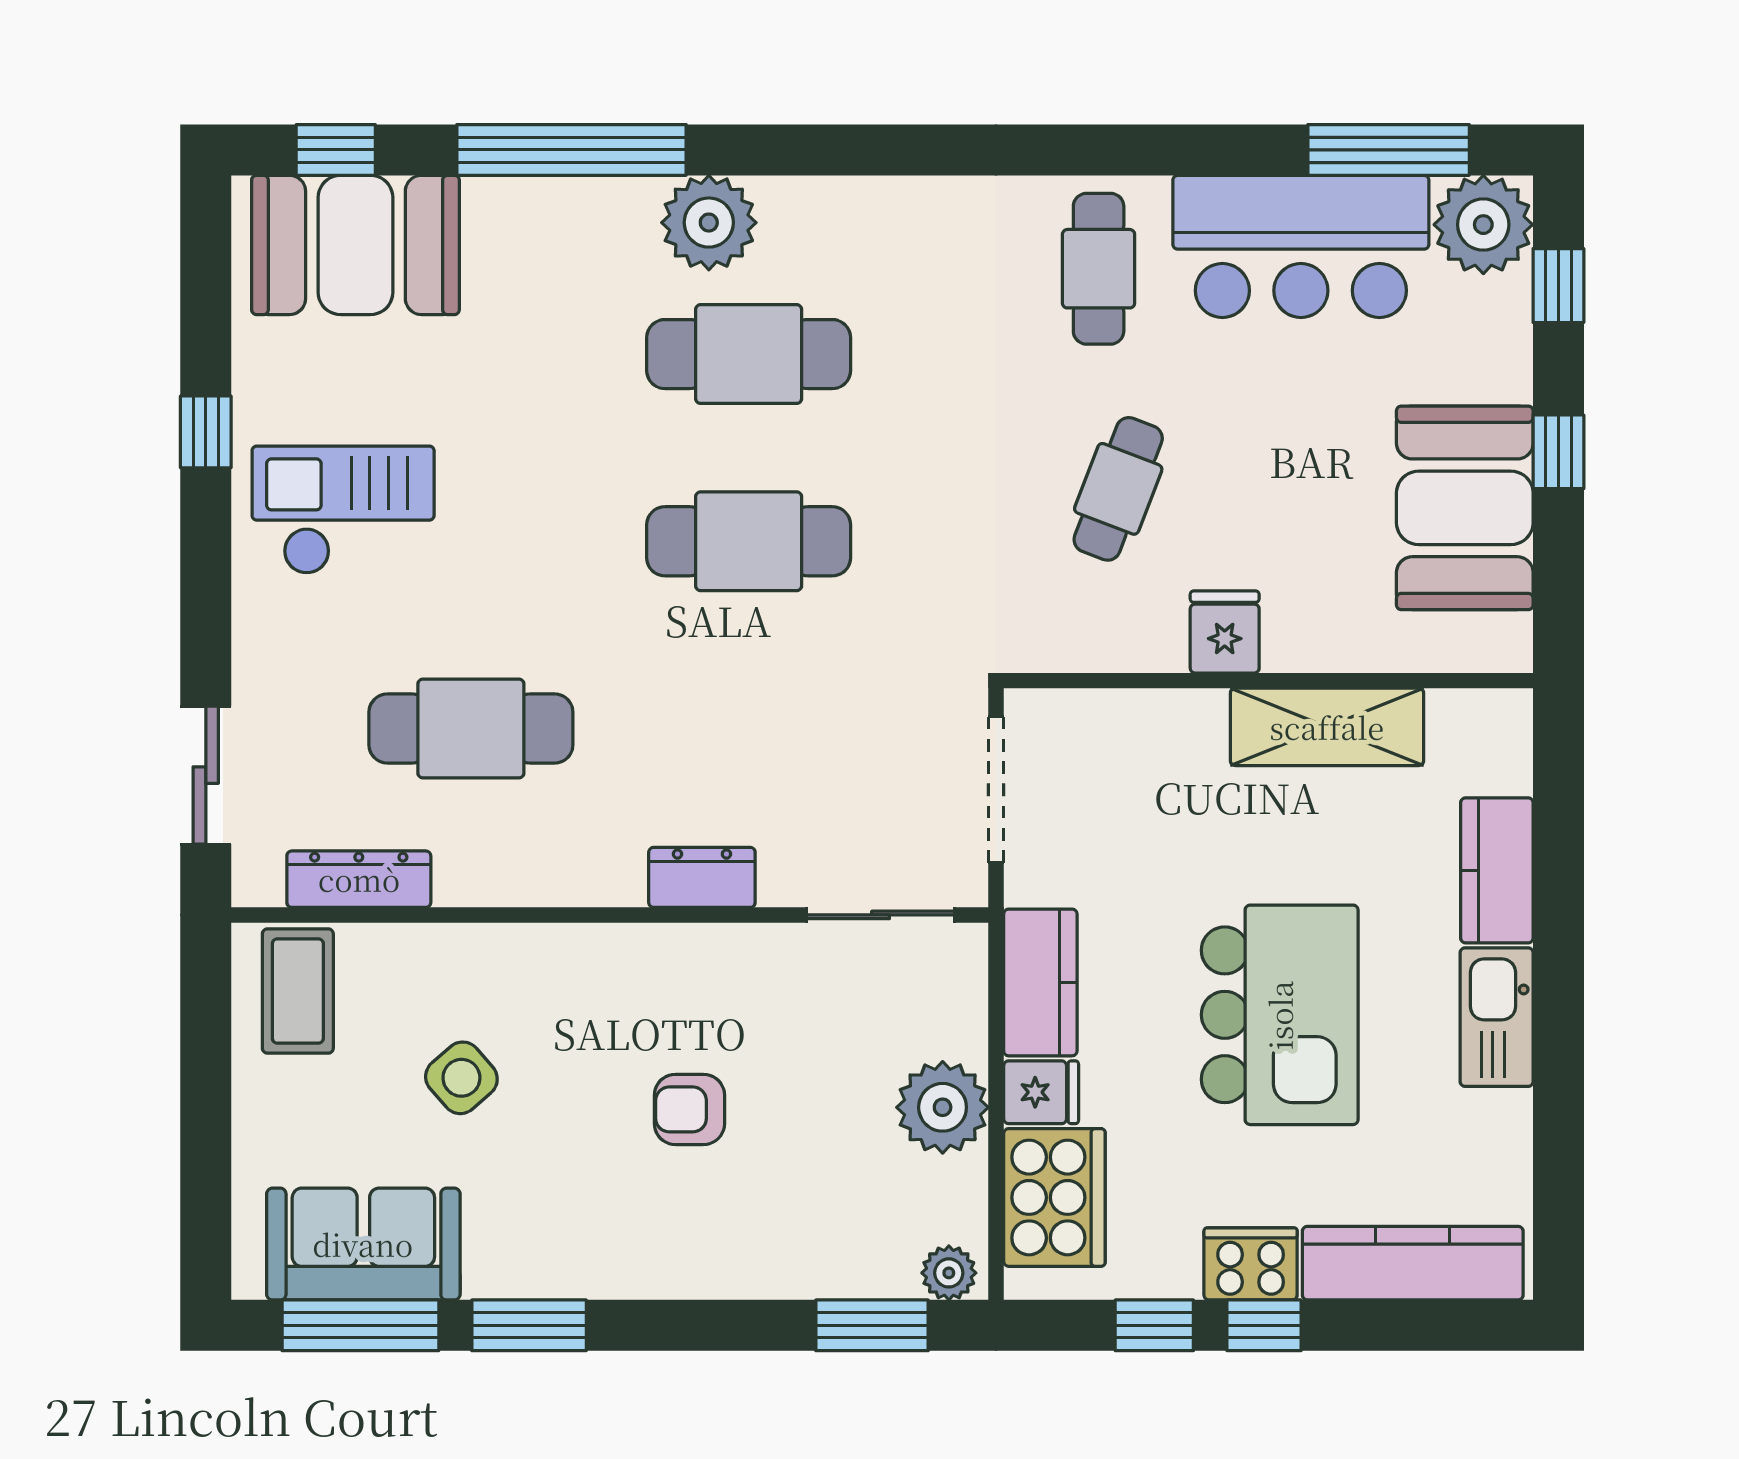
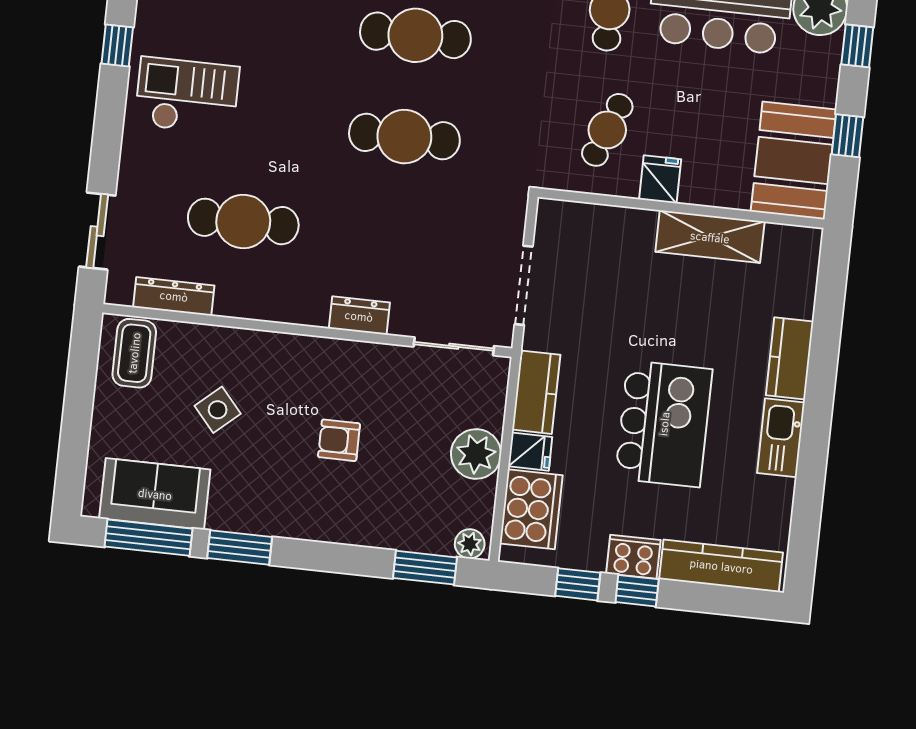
fridge: (1225, 632) -> (660, 179), moved
wall: (1268, 681) -> (681, 208), moved
shelving: (1327, 727) -> (710, 237), moved

